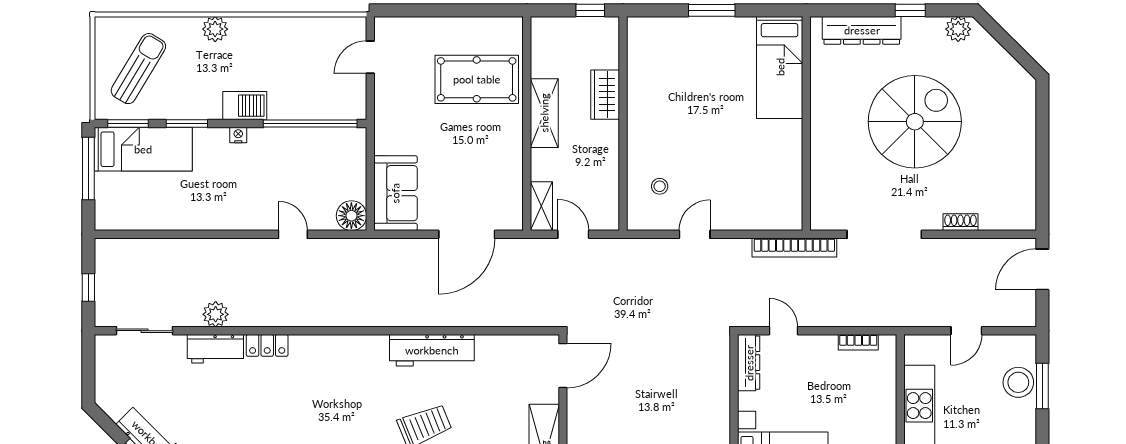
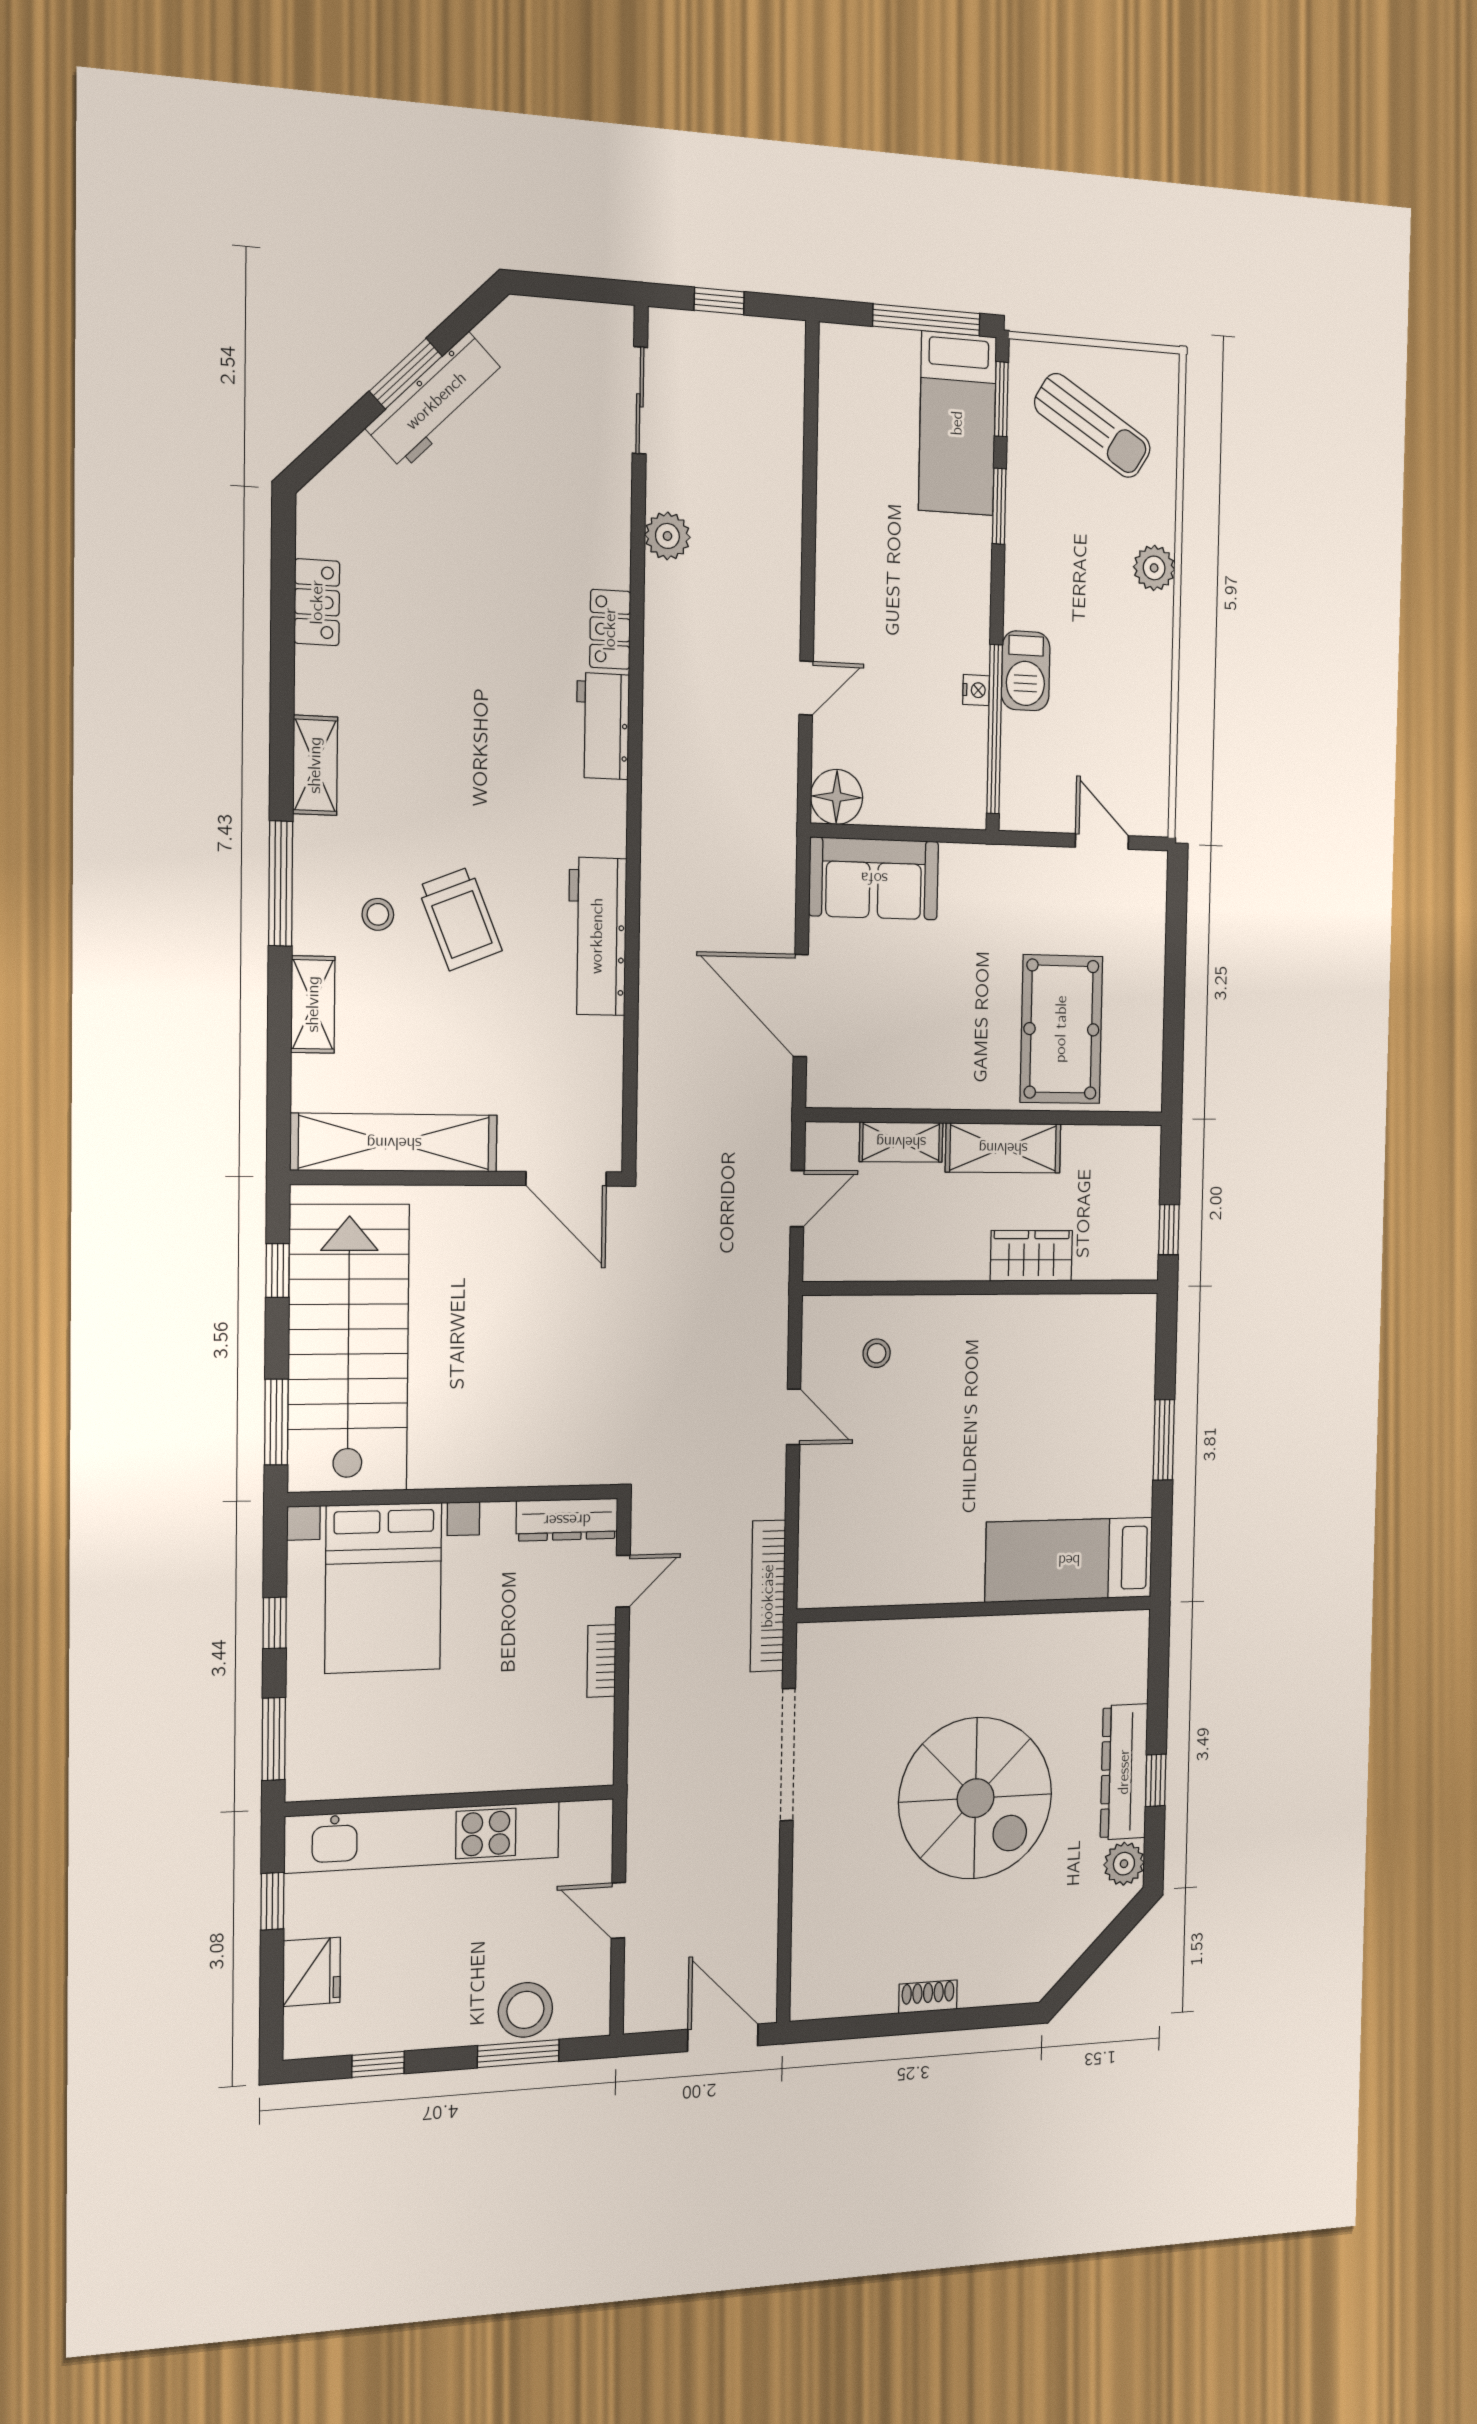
dresser: (862, 30) -> (1124, 1772), moved
barbecue: (245, 106) -> (1026, 671), moved
nightstand: (238, 135) -> (976, 690), moved
shelving: (541, 206) -> (901, 1142), moved
shoe rack: (961, 222) -> (928, 1997), moved, turned -90
bookcase: (858, 342) -> (601, 1661), moved
workbench: (215, 349) -> (603, 726), moved

